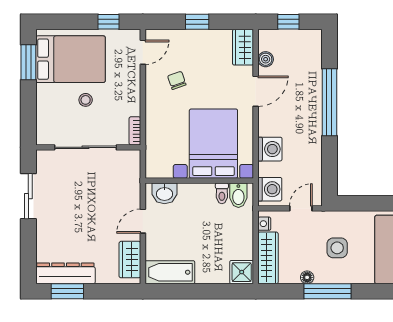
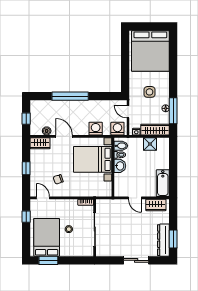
washbasin: (165, 193) -> (120, 166), moved
sliding door: (28, 196) -> (136, 260), moved
shower: (242, 272) -> (150, 144), moved
window: (327, 291) -> (173, 111), moved

